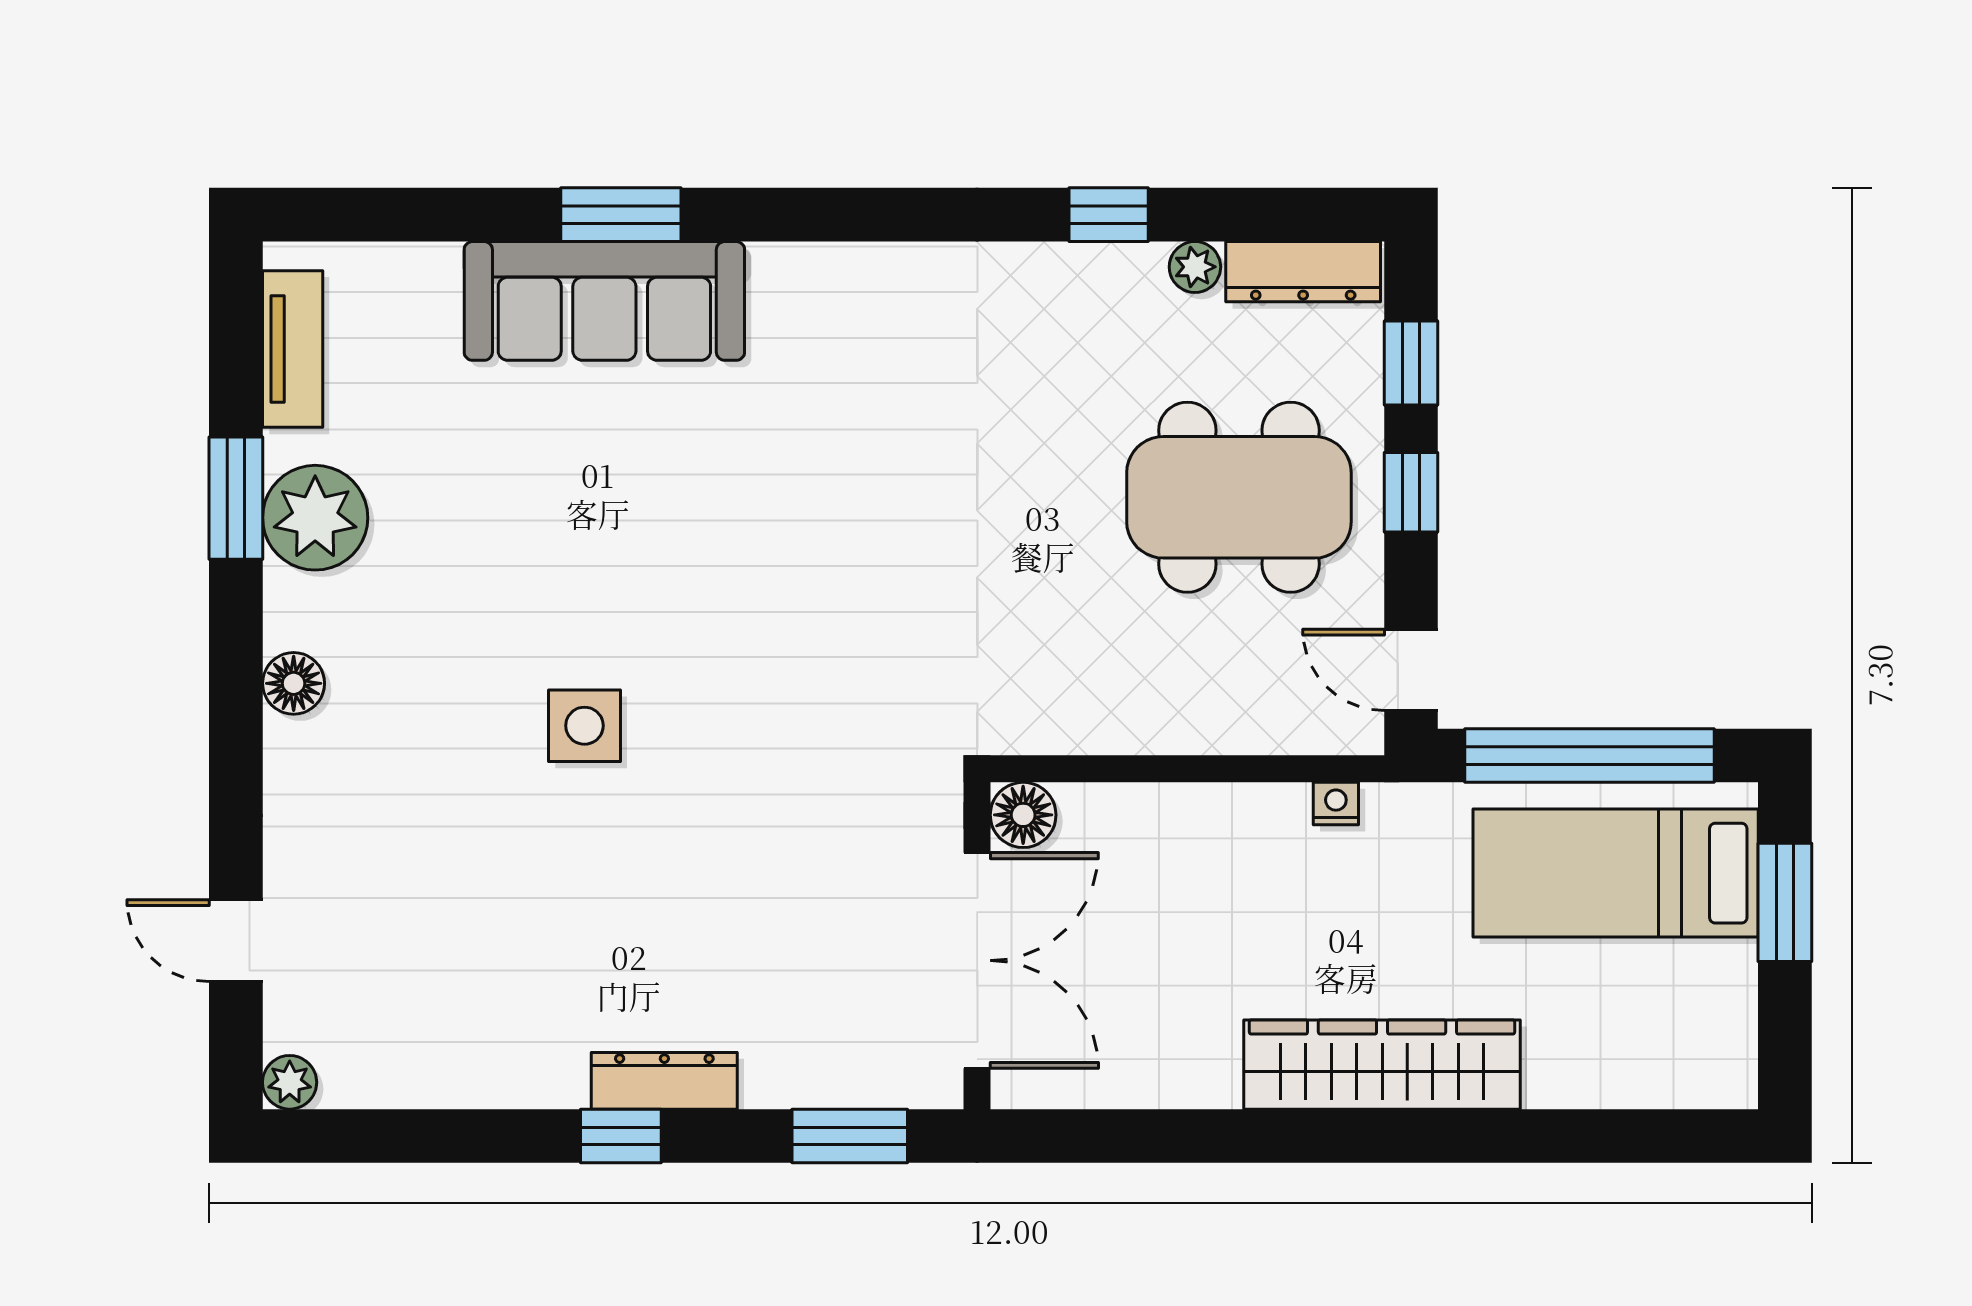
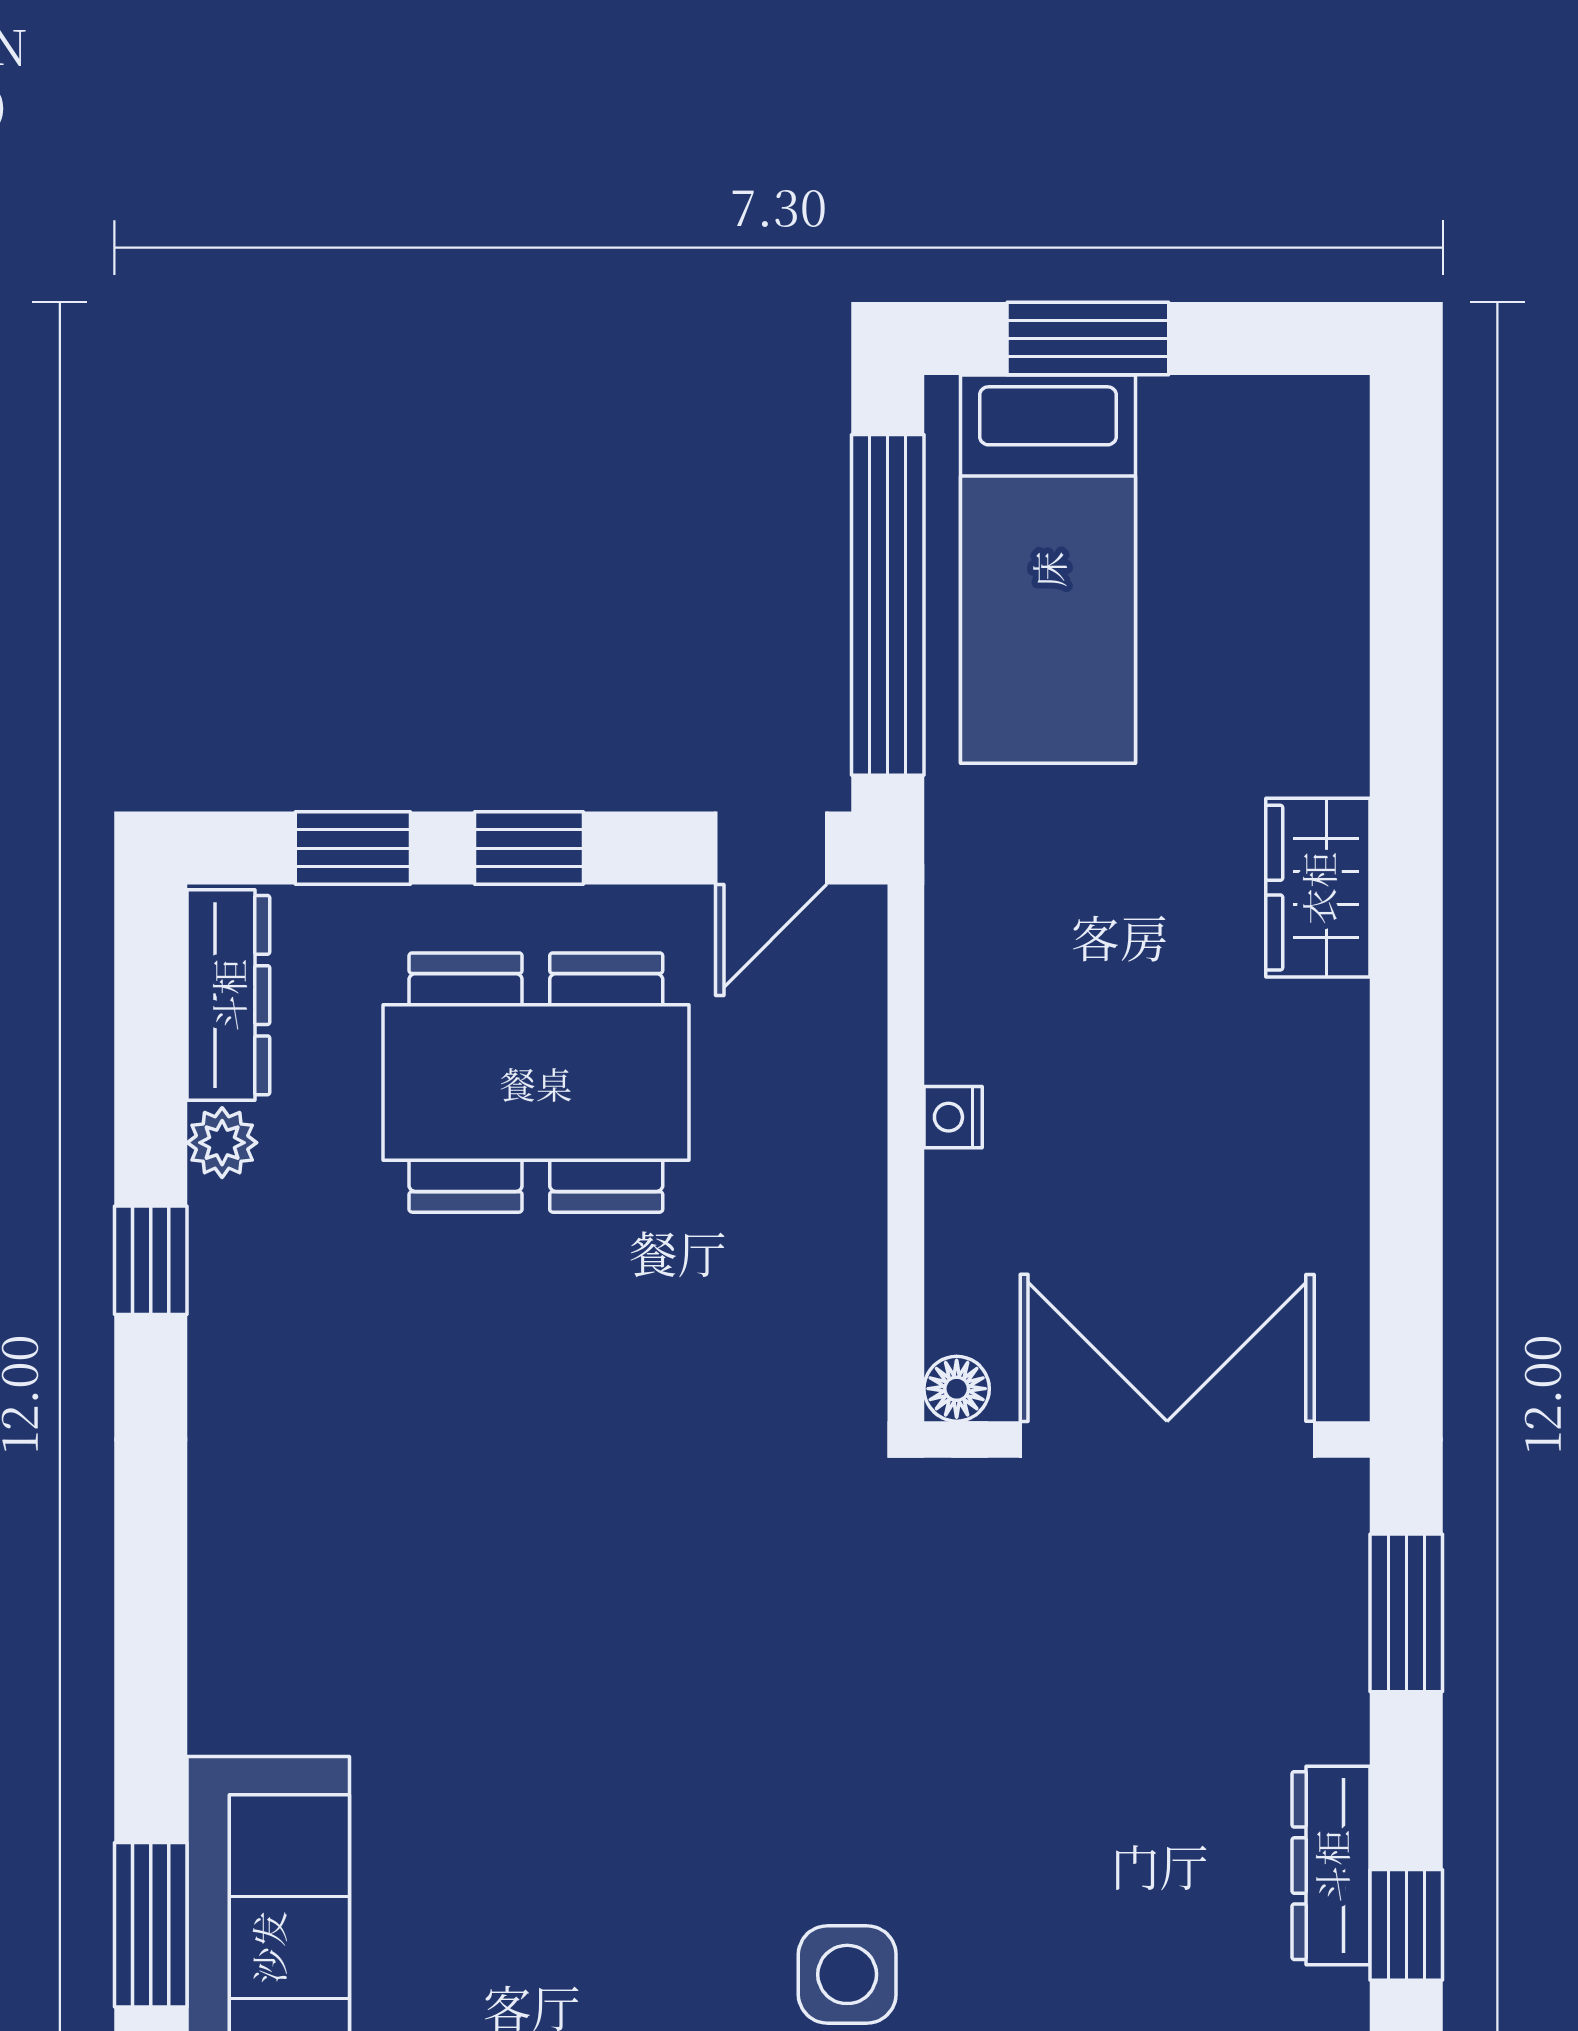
dining table: (1239, 497) -> (536, 1083), turned 90
nightstand: (1336, 803) -> (953, 1117), moved
floor lamp: (1023, 815) -> (957, 1389), width x0.73, depth x0.73
wardrobe: (1382, 1065) -> (1318, 888), width x0.48, depth x0.85

